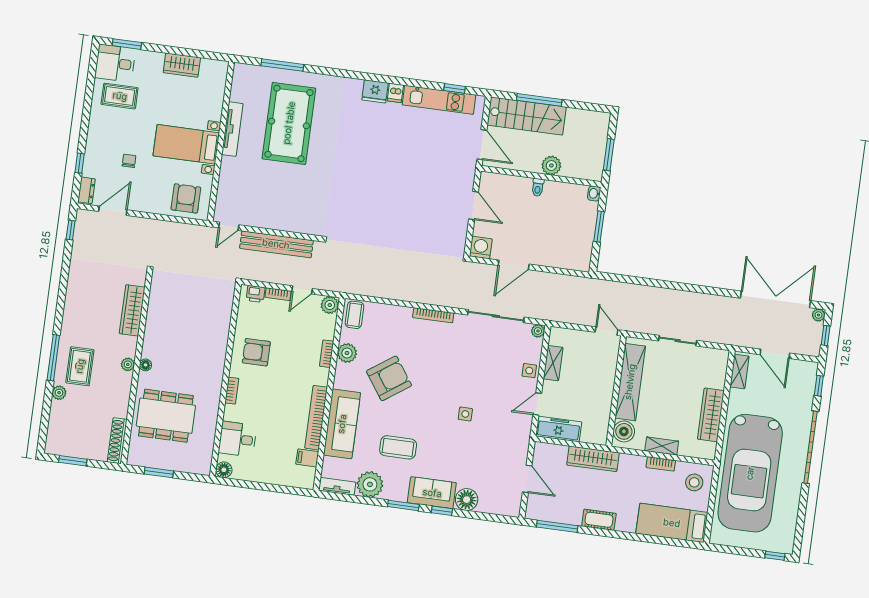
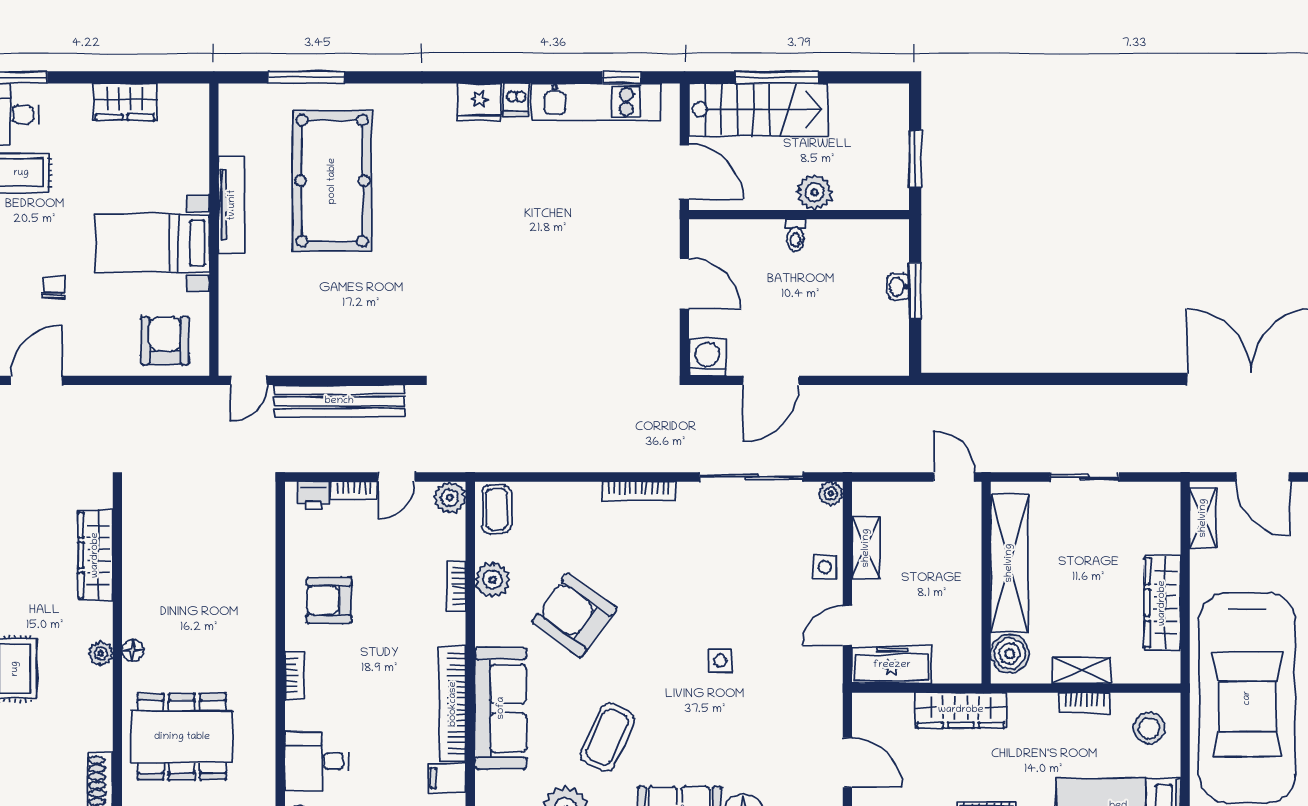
washbasin: (594, 193) -> (898, 287), moved
armchair: (389, 378) -> (574, 615), turned -109
coffee table: (398, 447) -> (607, 737), turned -65

